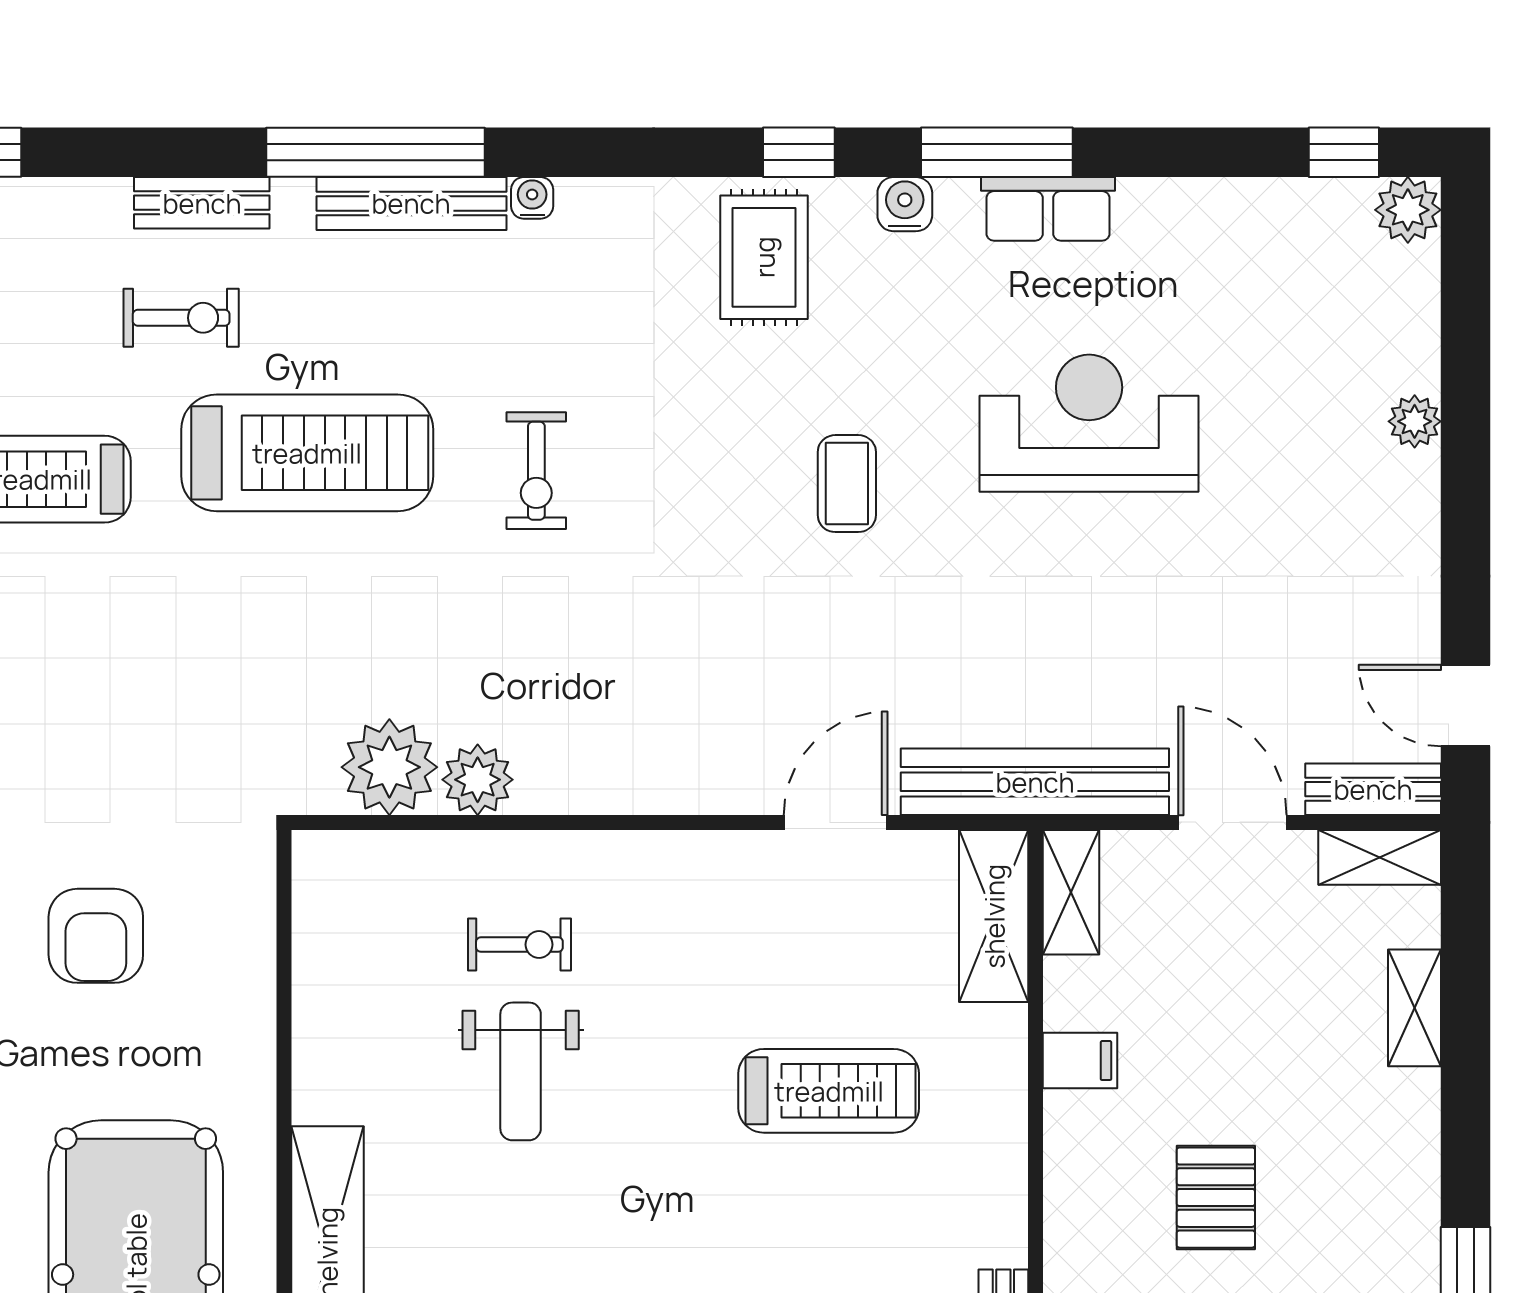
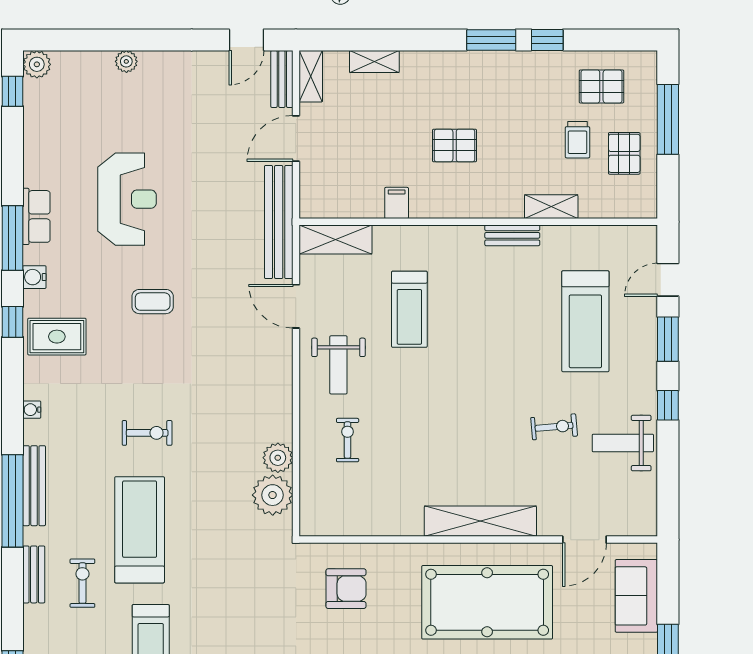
water cooler: (532, 198) -> (32, 410), moved
reception desk: (1089, 423) -> (127, 199), turned 180
shelving: (1071, 892) -> (325, 207), removed
armchair: (96, 936) -> (346, 589), moved
weight bench: (521, 1071) -> (338, 365), moved, turned 90
treadmill: (829, 1091) -> (409, 309), turned 180

